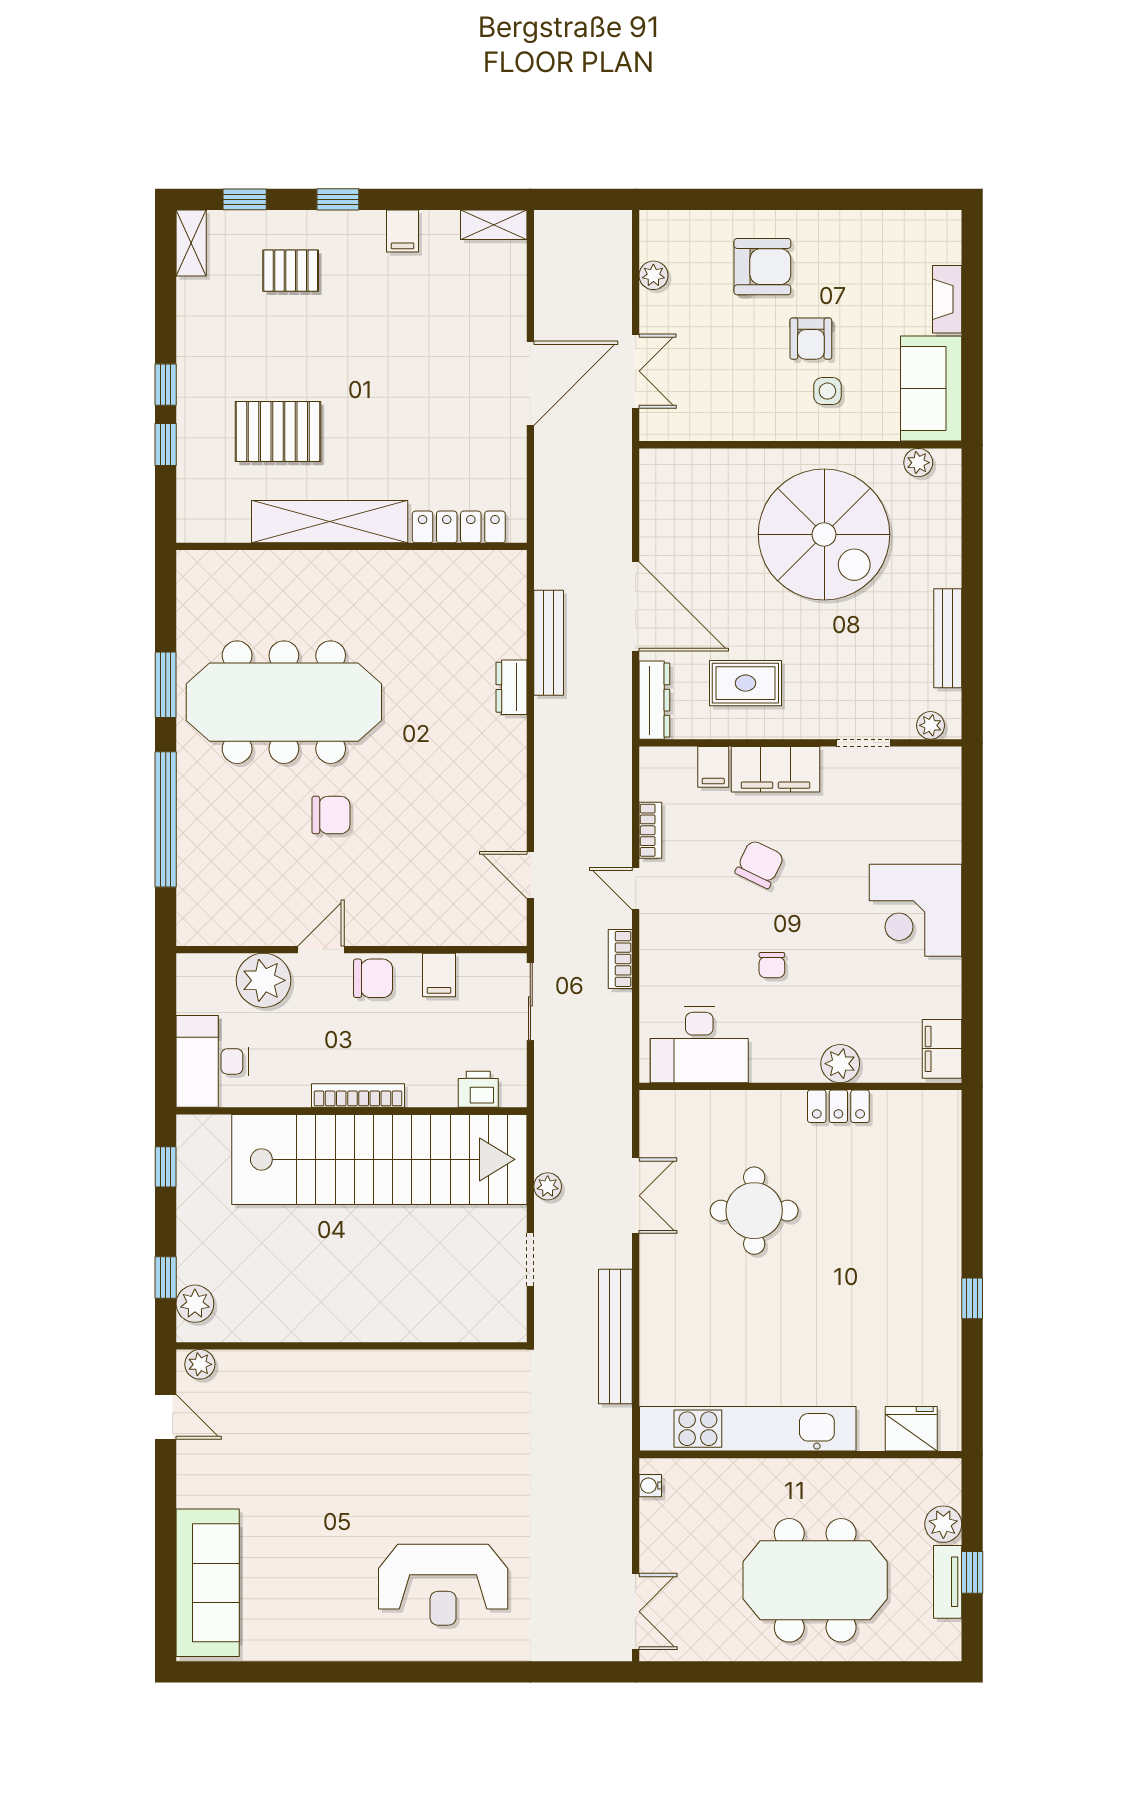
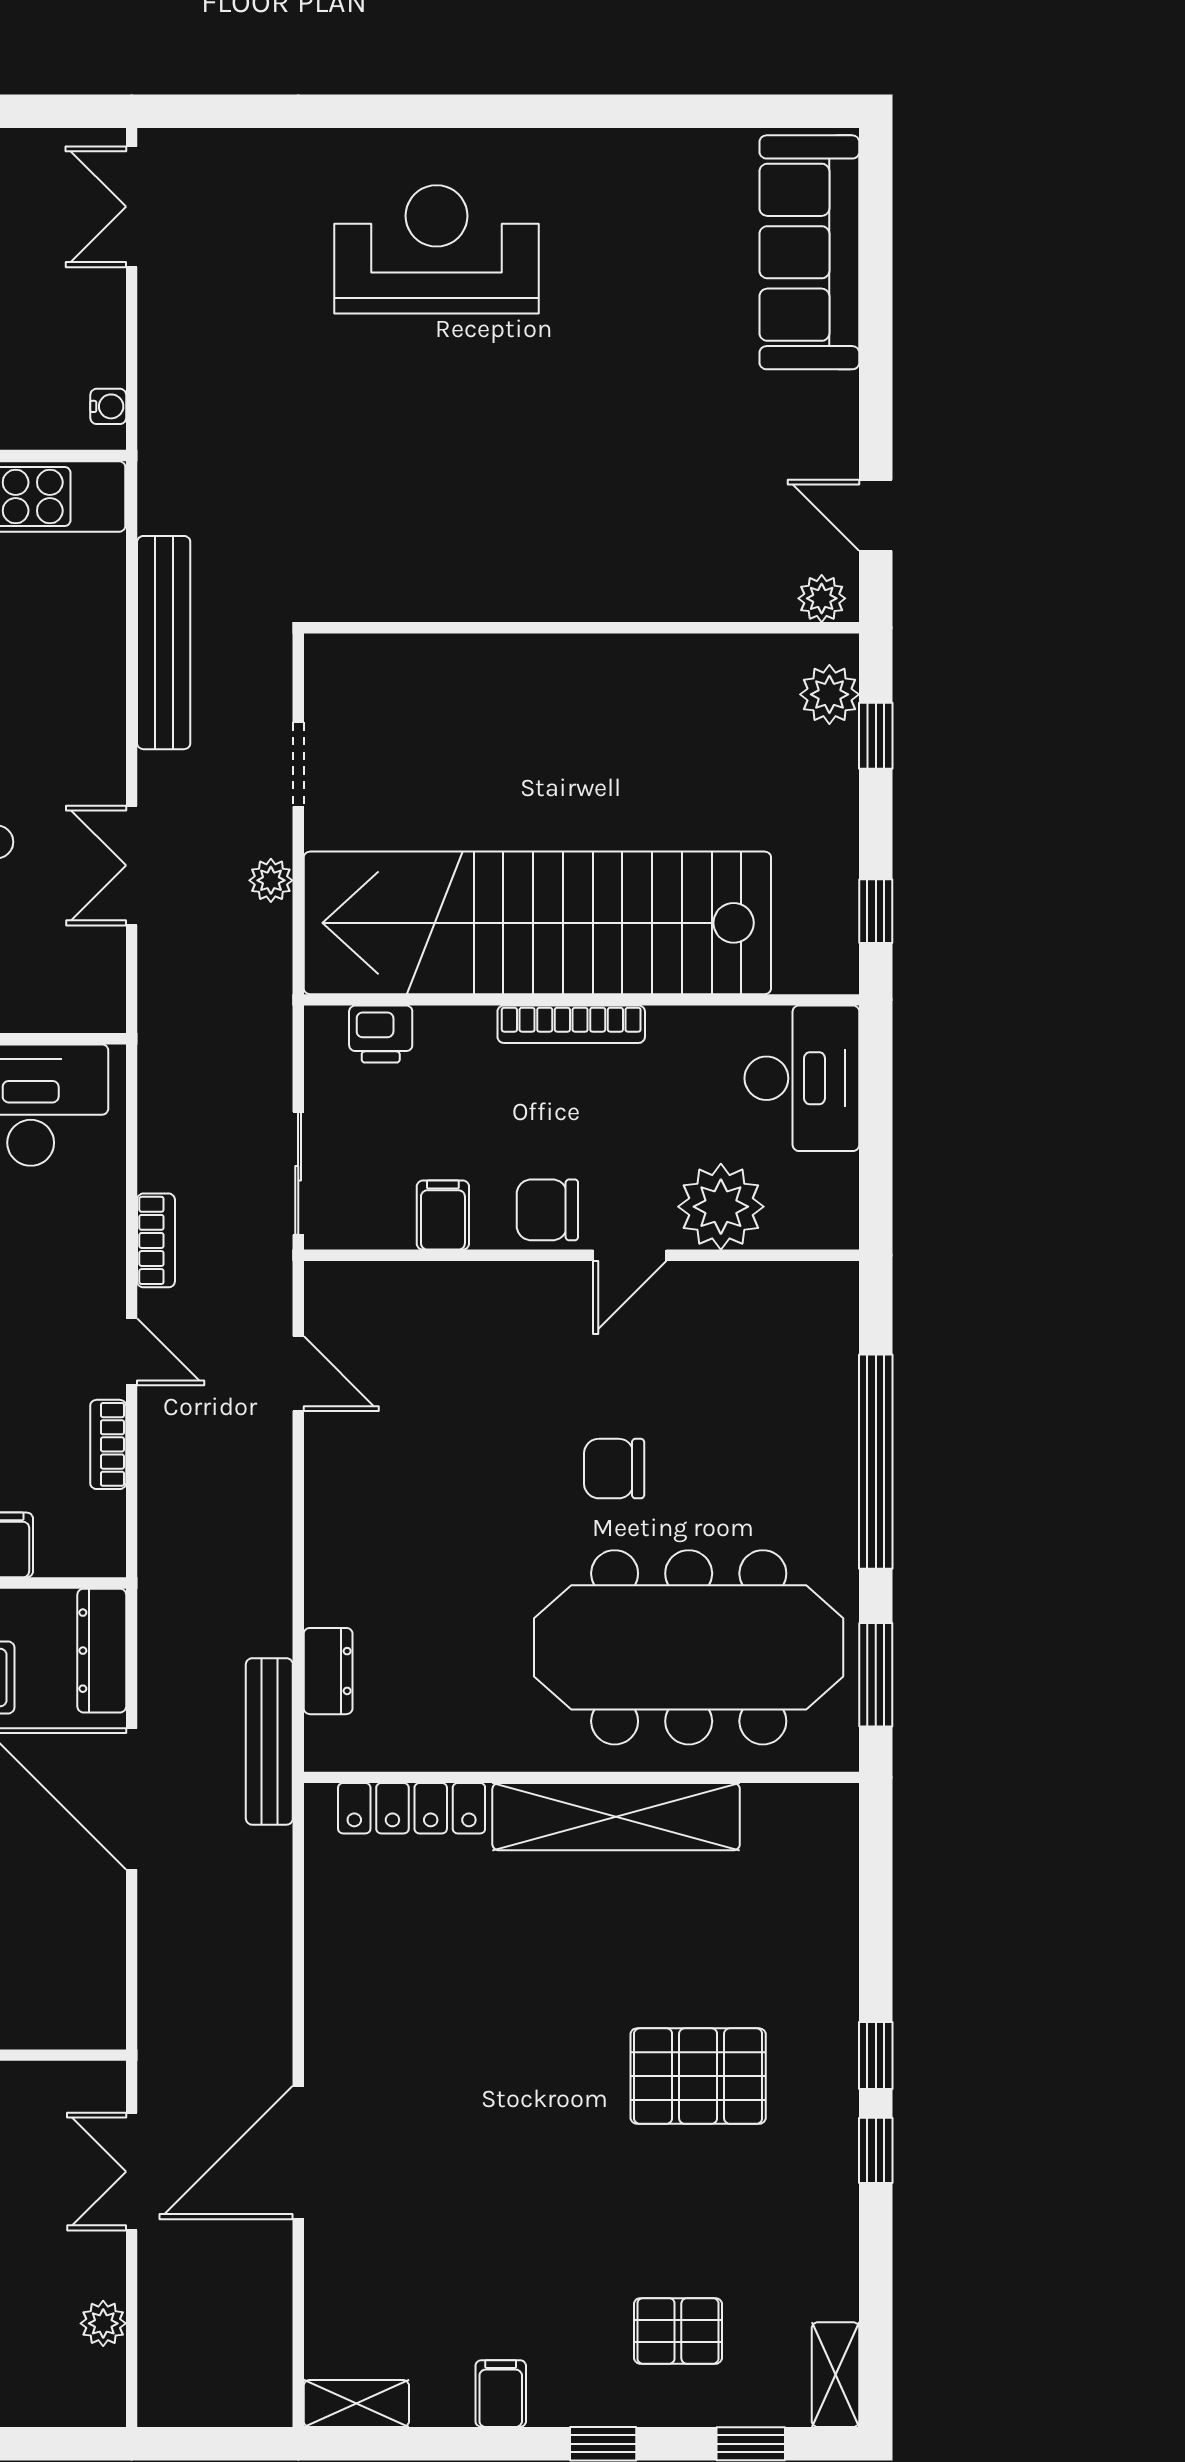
shelving: (330, 522) -> (616, 1817), moved
locker: (459, 527) -> (412, 1808), moved
wall: (352, 546) -> (581, 1777), moved

